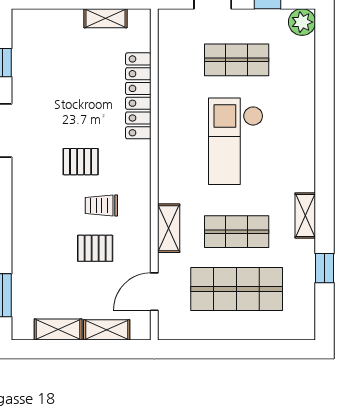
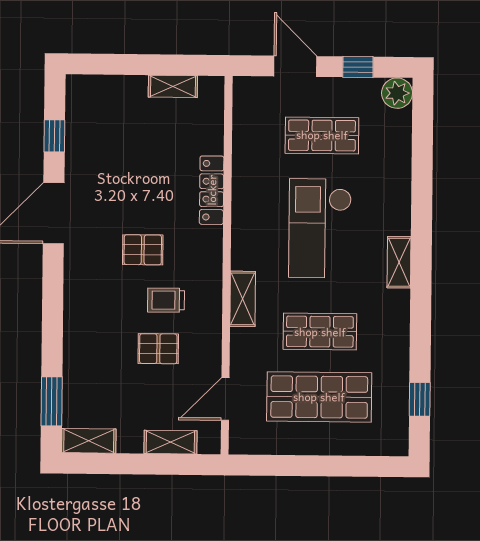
locker: (138, 96) -> (212, 190), width x0.71, depth x0.83
shelving: (305, 216) -> (399, 262), moved
shelving: (169, 228) -> (243, 299), moved
window: (325, 268) -> (420, 399), moved
shelving: (58, 330) -> (89, 441), moved

